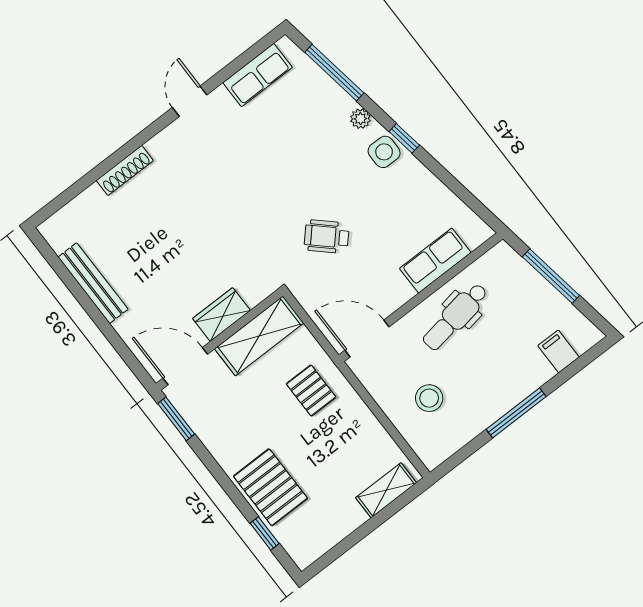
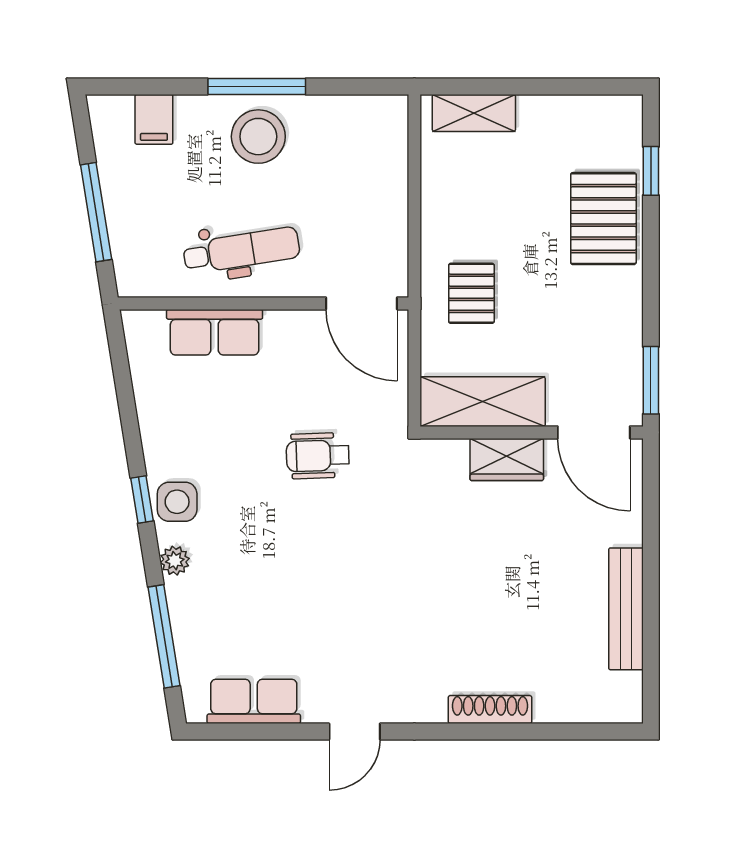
wheelchair: (327, 237) -> (318, 456), turned 135
stool: (429, 398) -> (258, 137), moved, width x1.38, depth x1.38

